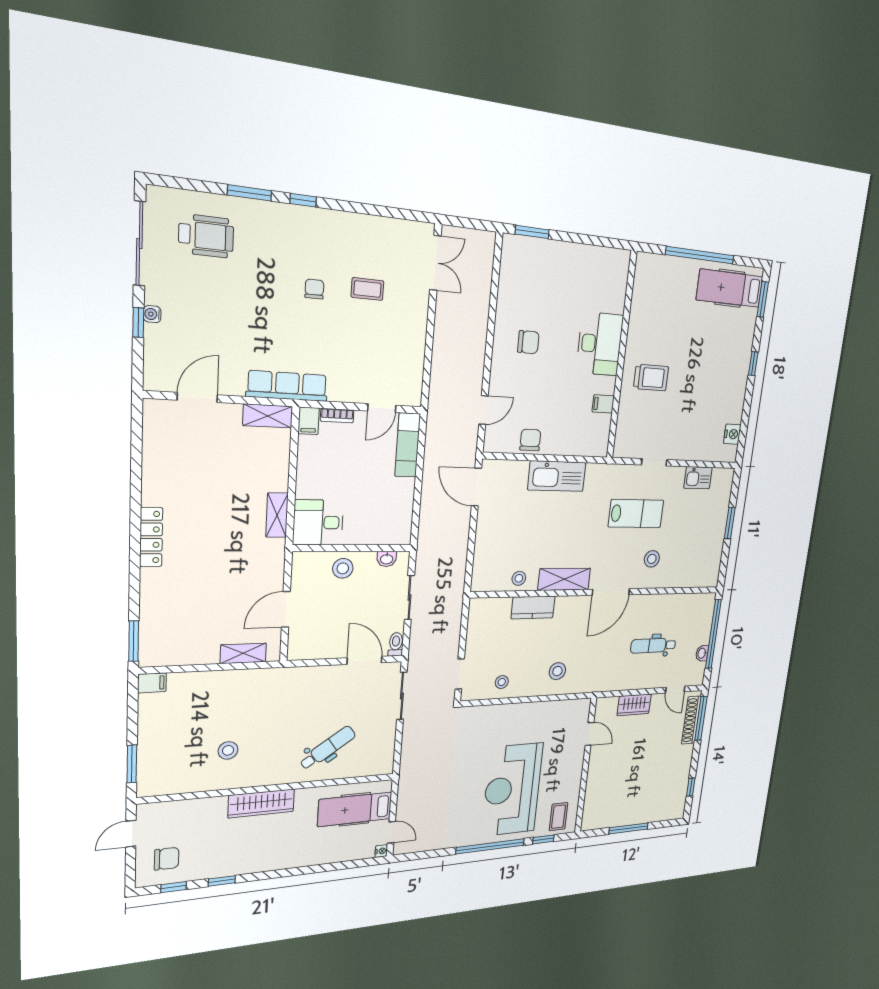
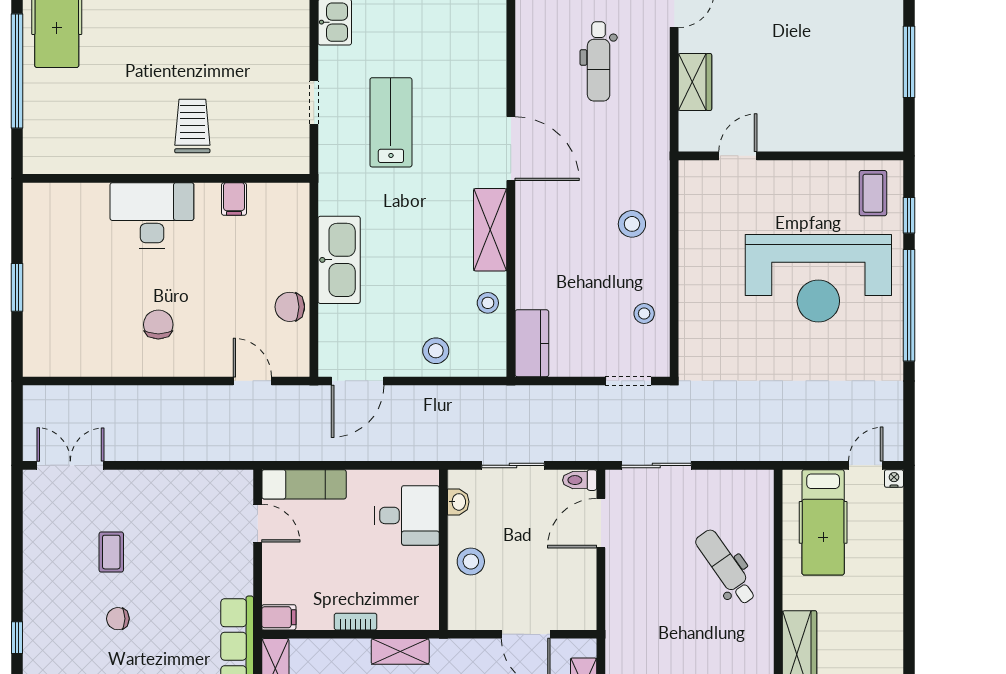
window: (532, 232) -> (17, 287), moved
bookcase: (337, 416) -> (356, 622), moved, turned -90
desk: (318, 522) -> (407, 515), moved, turned -90
stool: (652, 559) -> (436, 351), moved
kitchen counter: (533, 607) -> (532, 343), moved
coffee table: (559, 817) -> (873, 193), turned 90

